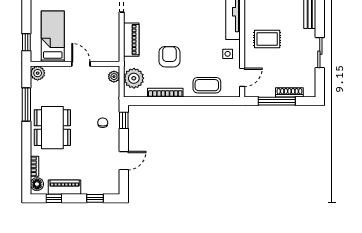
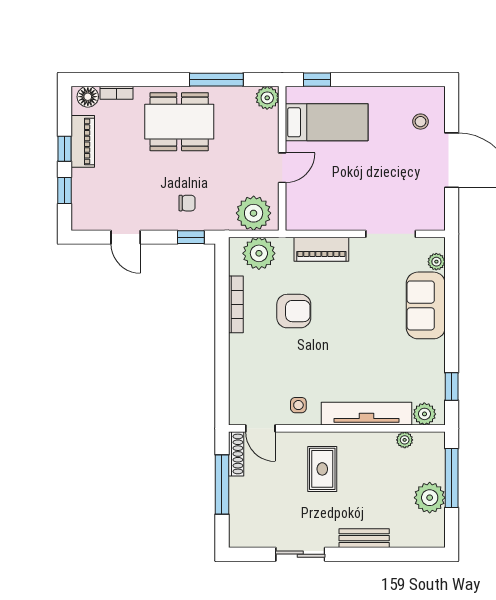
plant: (114, 77) -> (254, 213), width x1.87, depth x1.87
coffee table: (207, 85) -> (248, 371), removed
shoe rack: (289, 92) -> (236, 454), moved
window: (54, 198) -> (65, 149), moved

